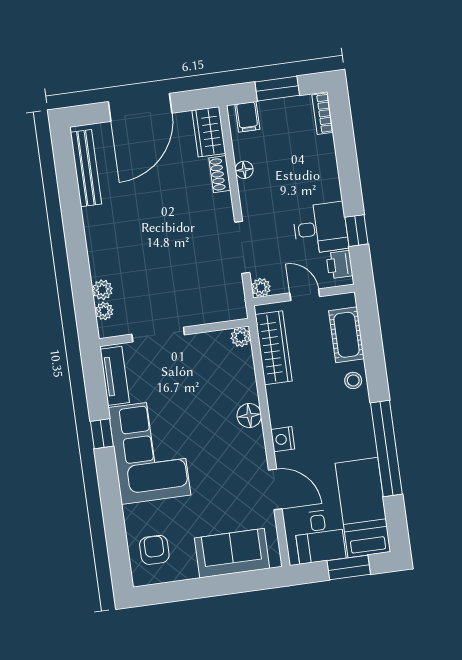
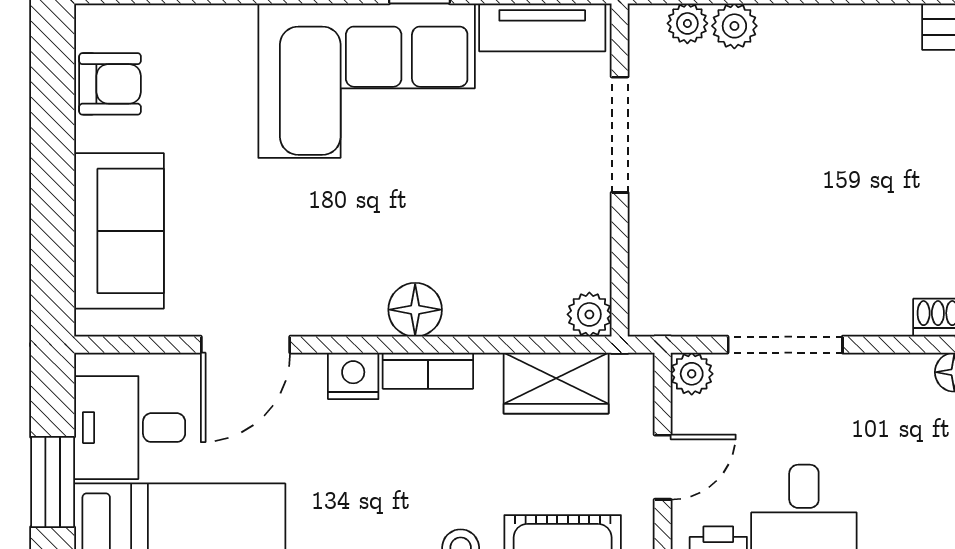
wardrobe: (274, 348) -> (556, 383), width x0.67
bookcase: (276, 406) -> (428, 371), added
armchair: (154, 550) -> (110, 84), moved

